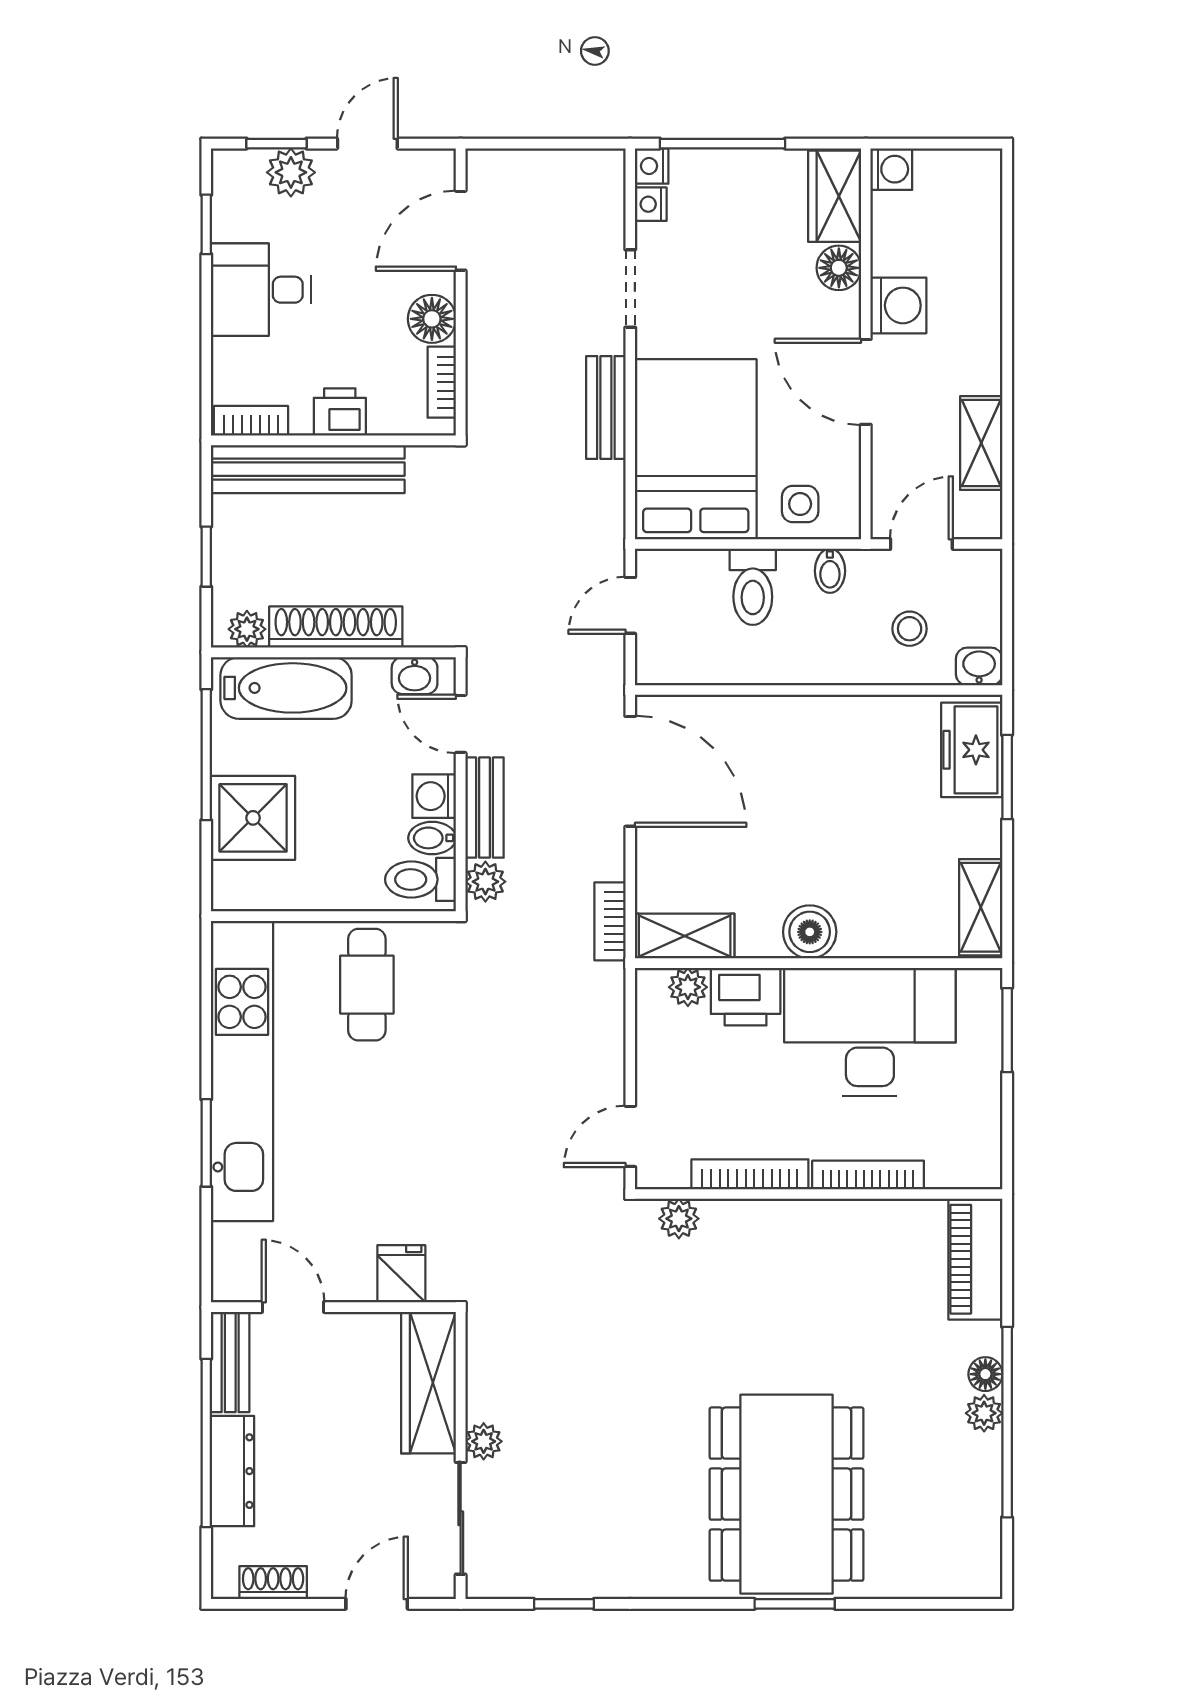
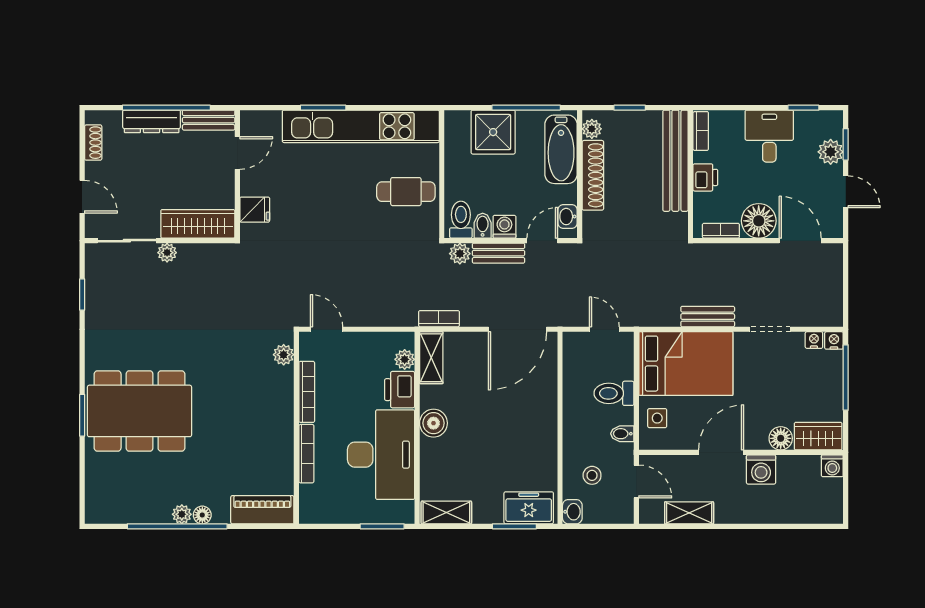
floor lamp: (432, 319) -> (759, 221), width x1.38, depth x1.38

